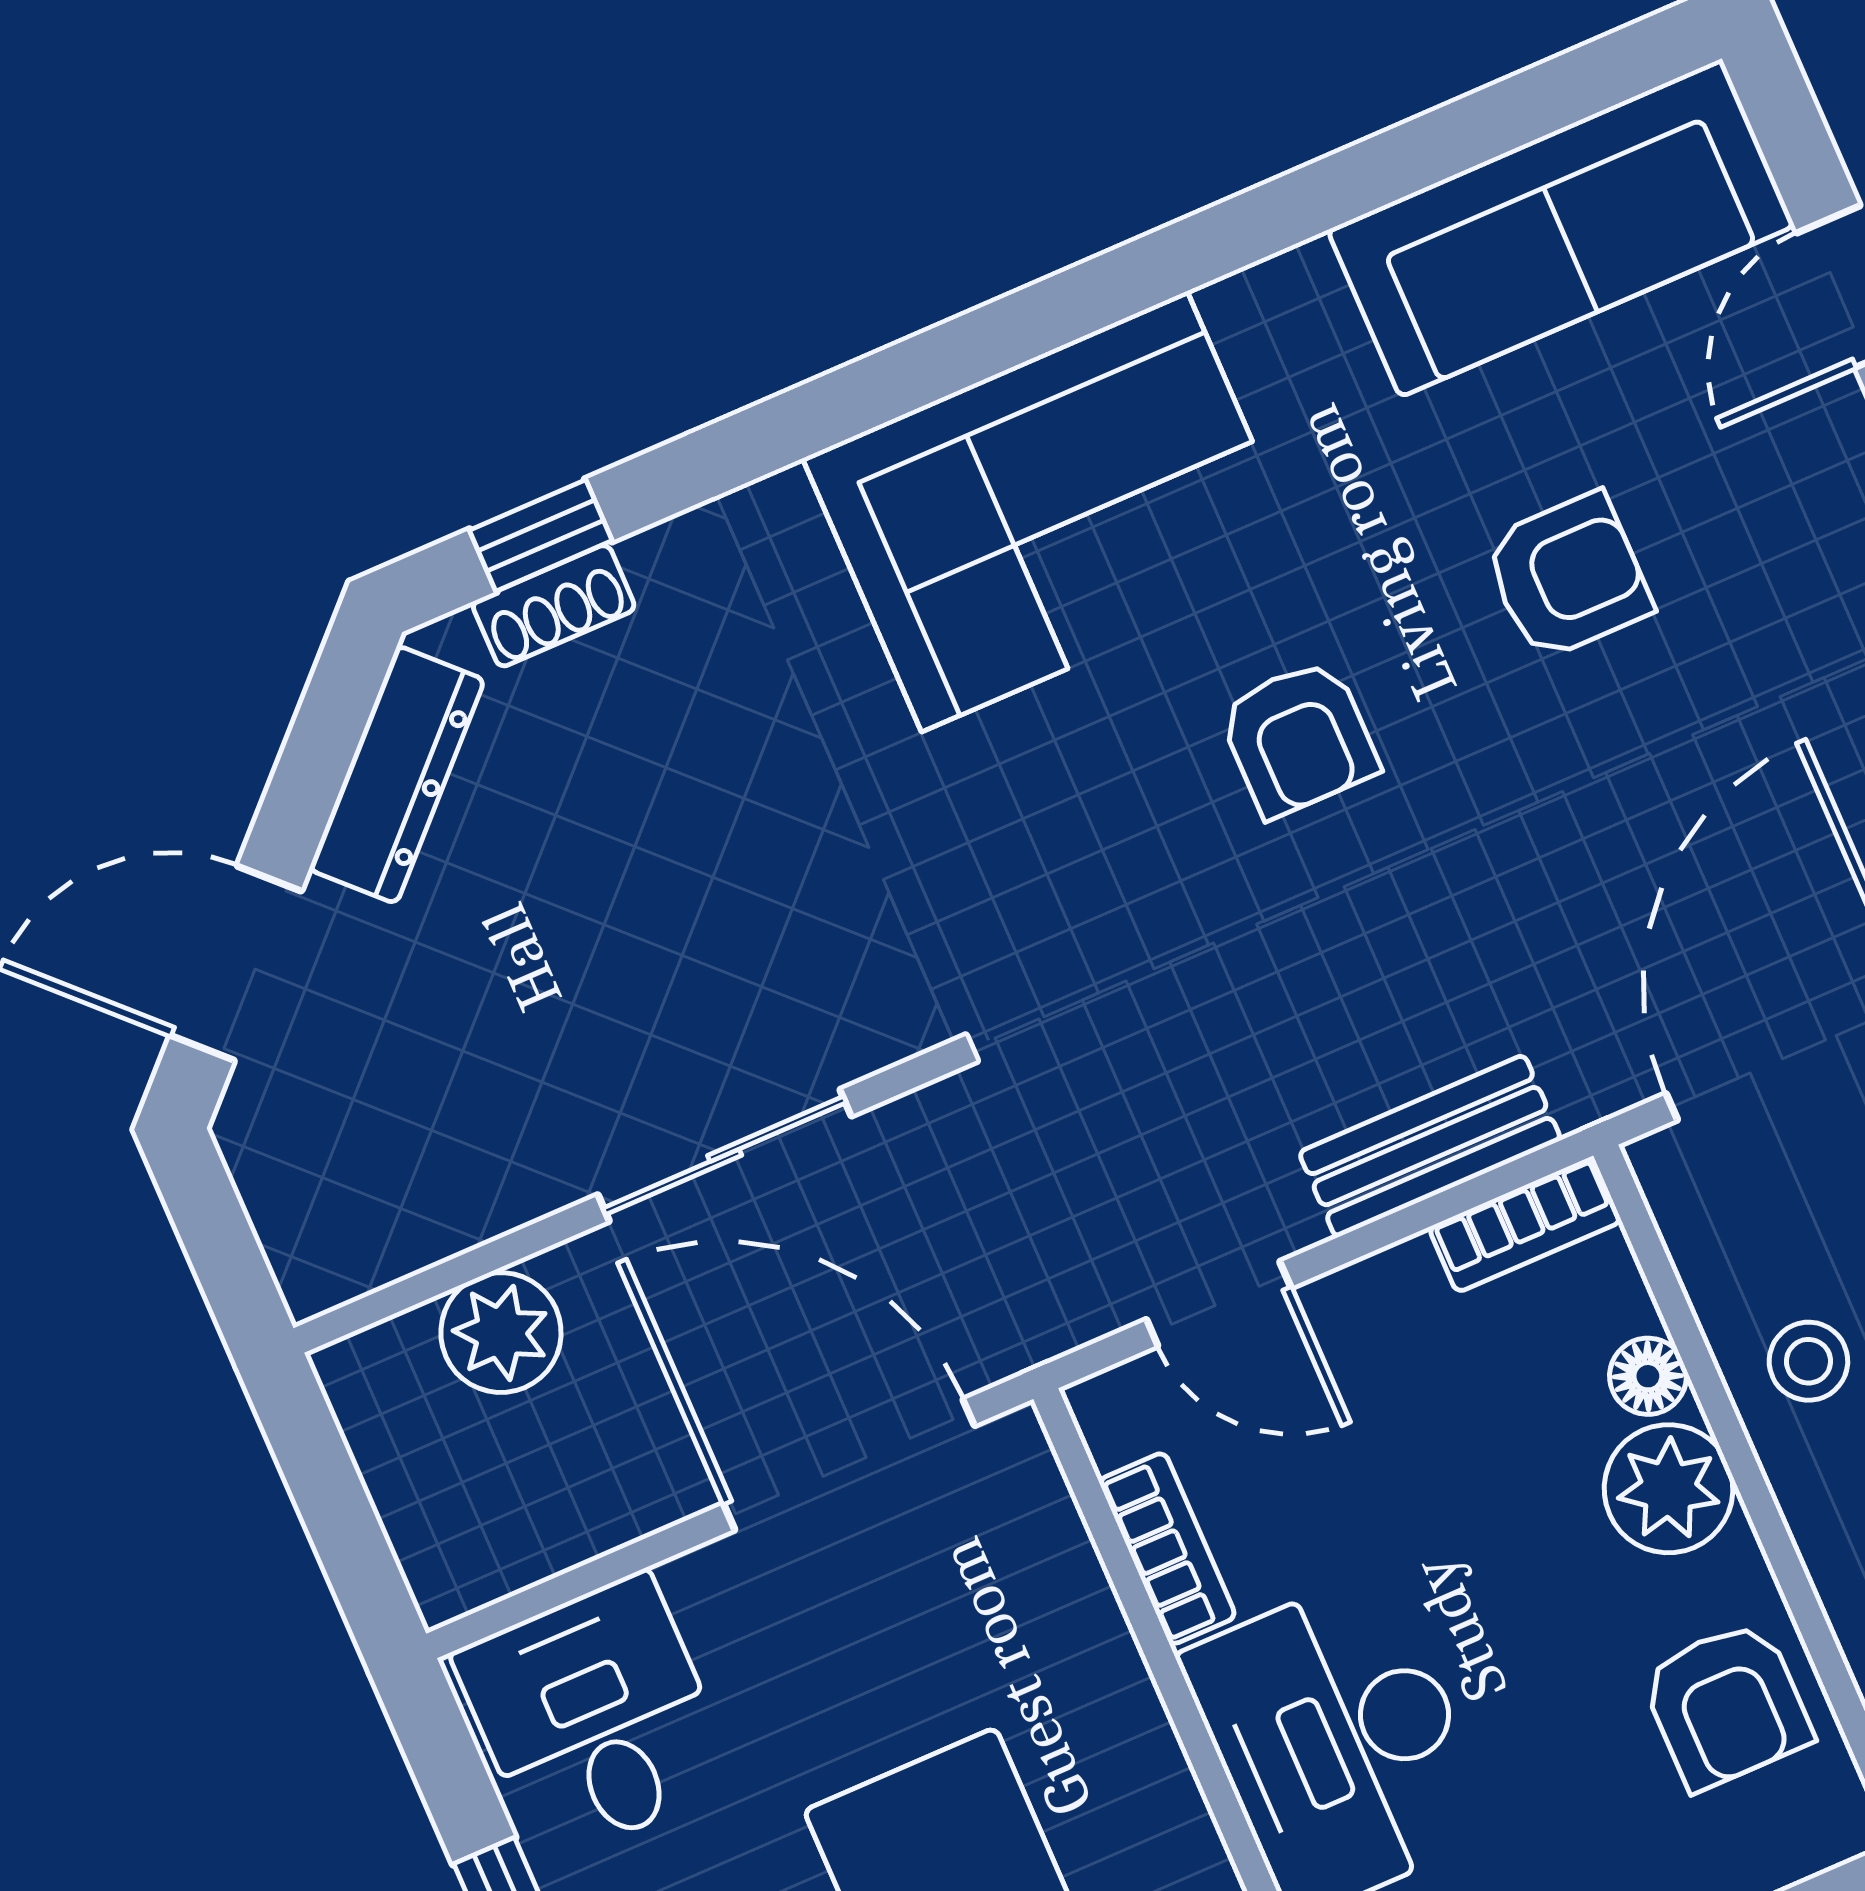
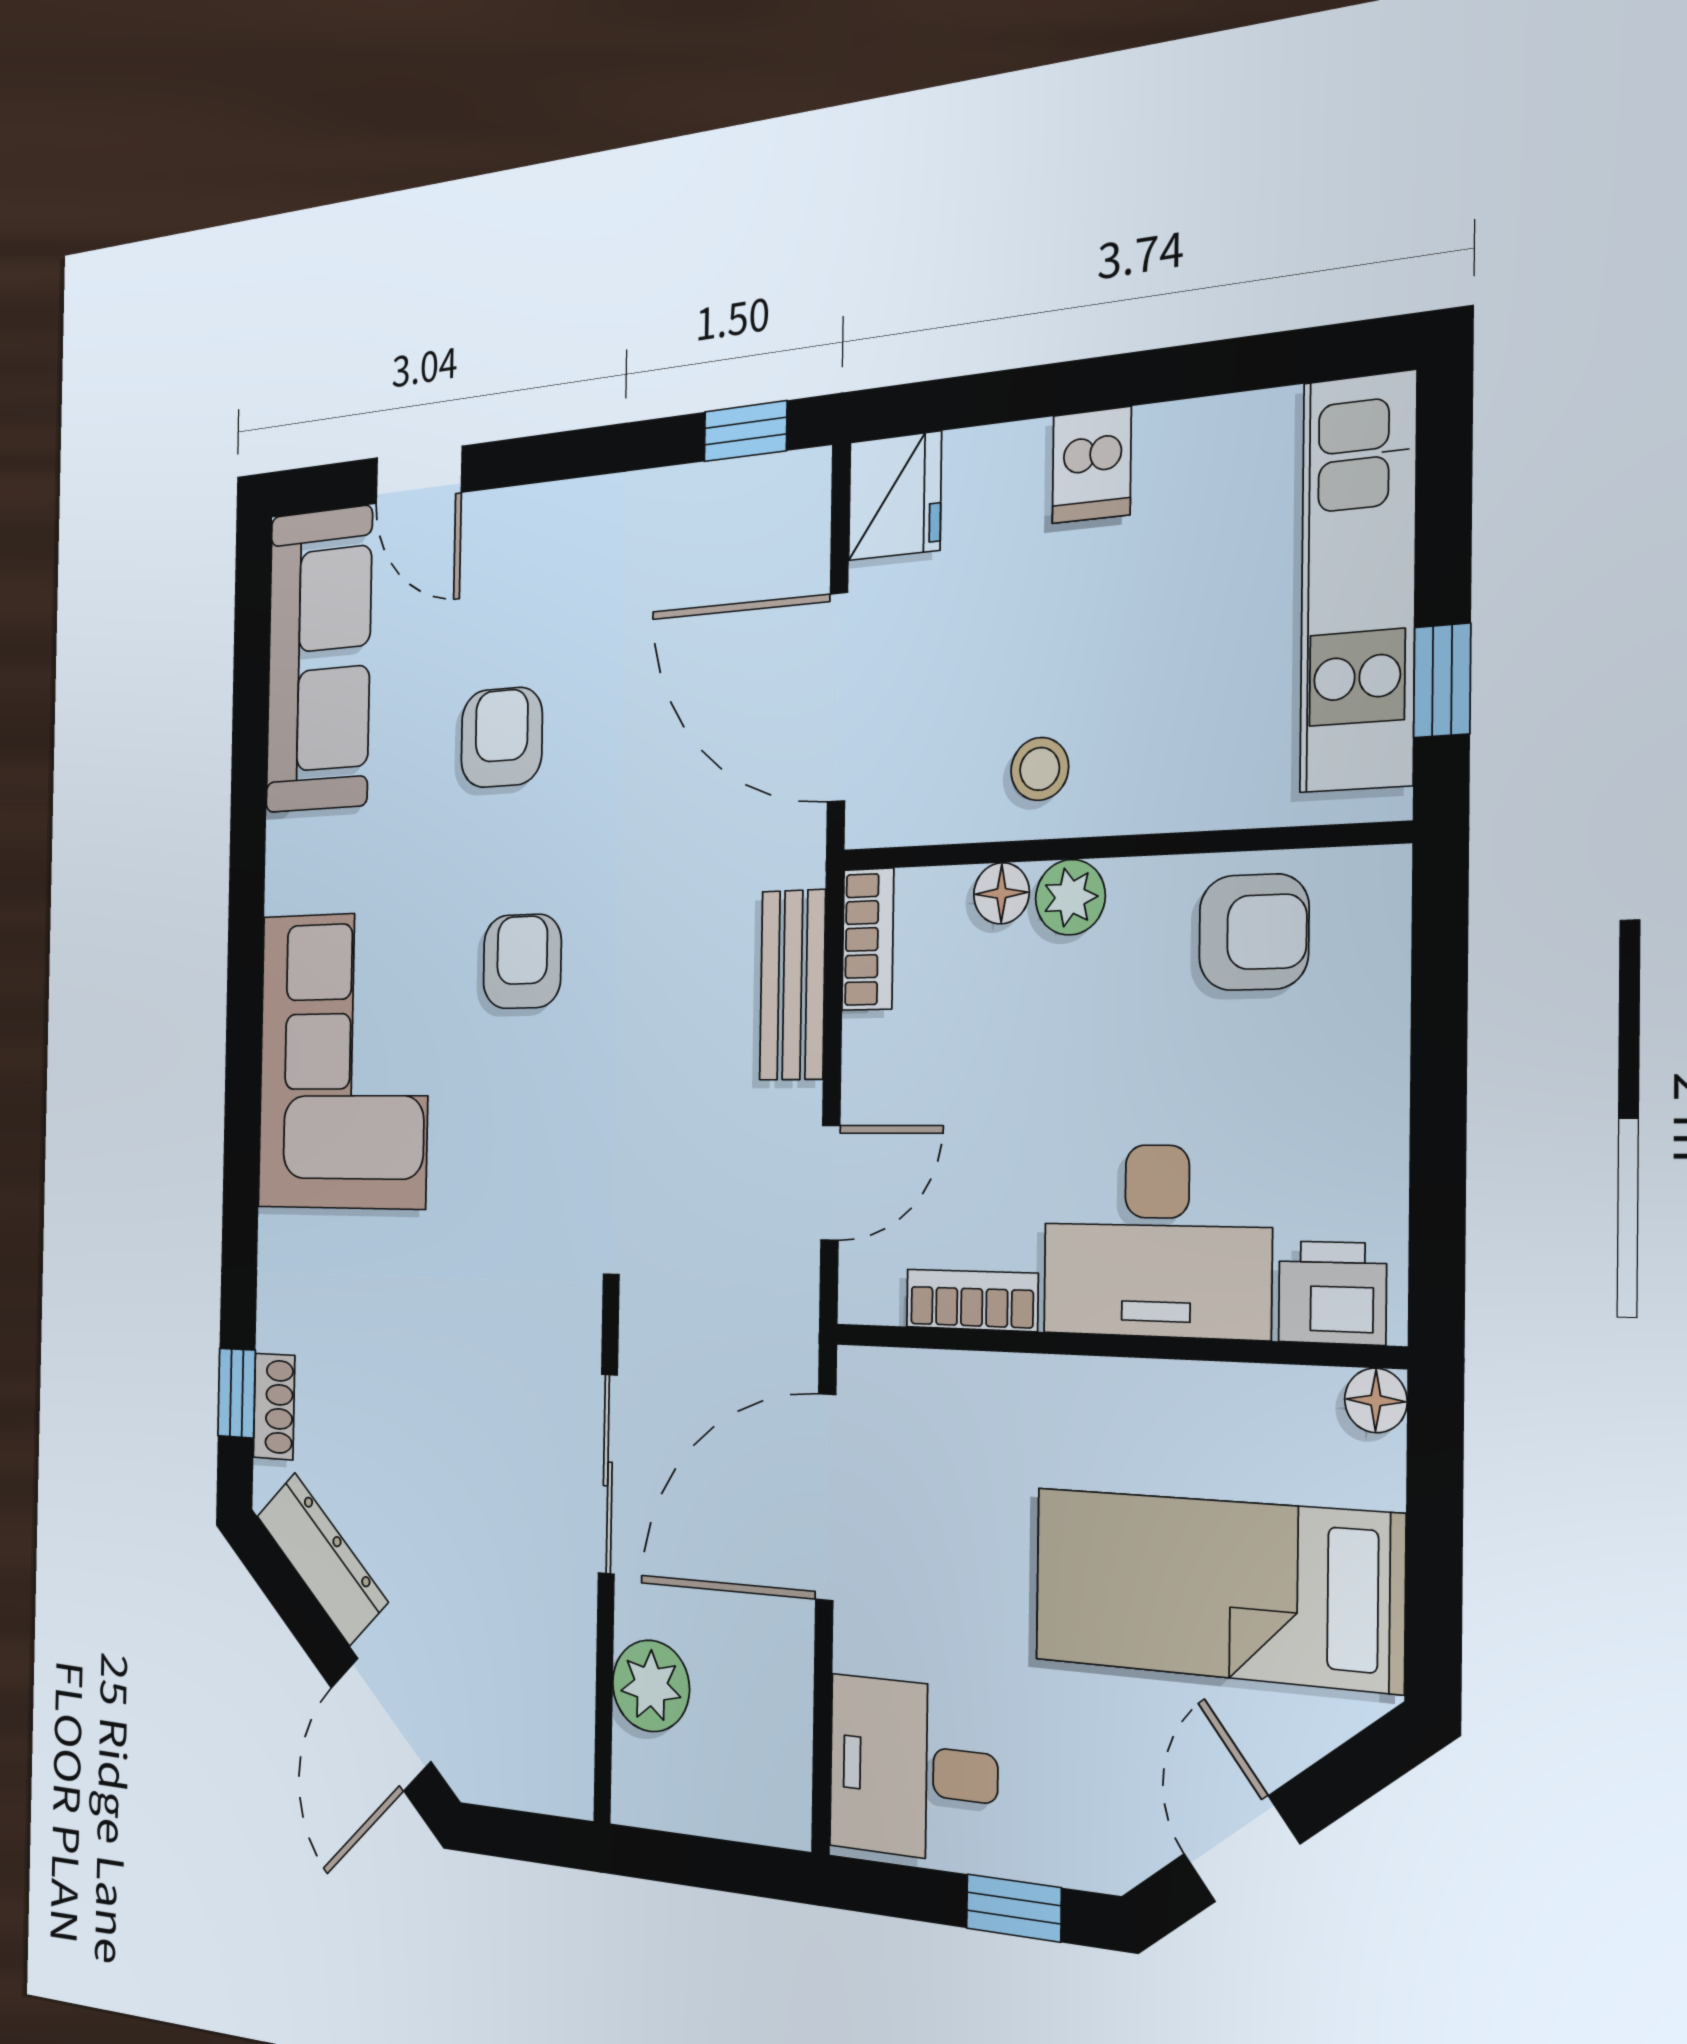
armchair: (1298, 738) -> (522, 961), turned -90
plant: (1669, 1489) -> (1070, 897), width x0.73, depth x0.73

